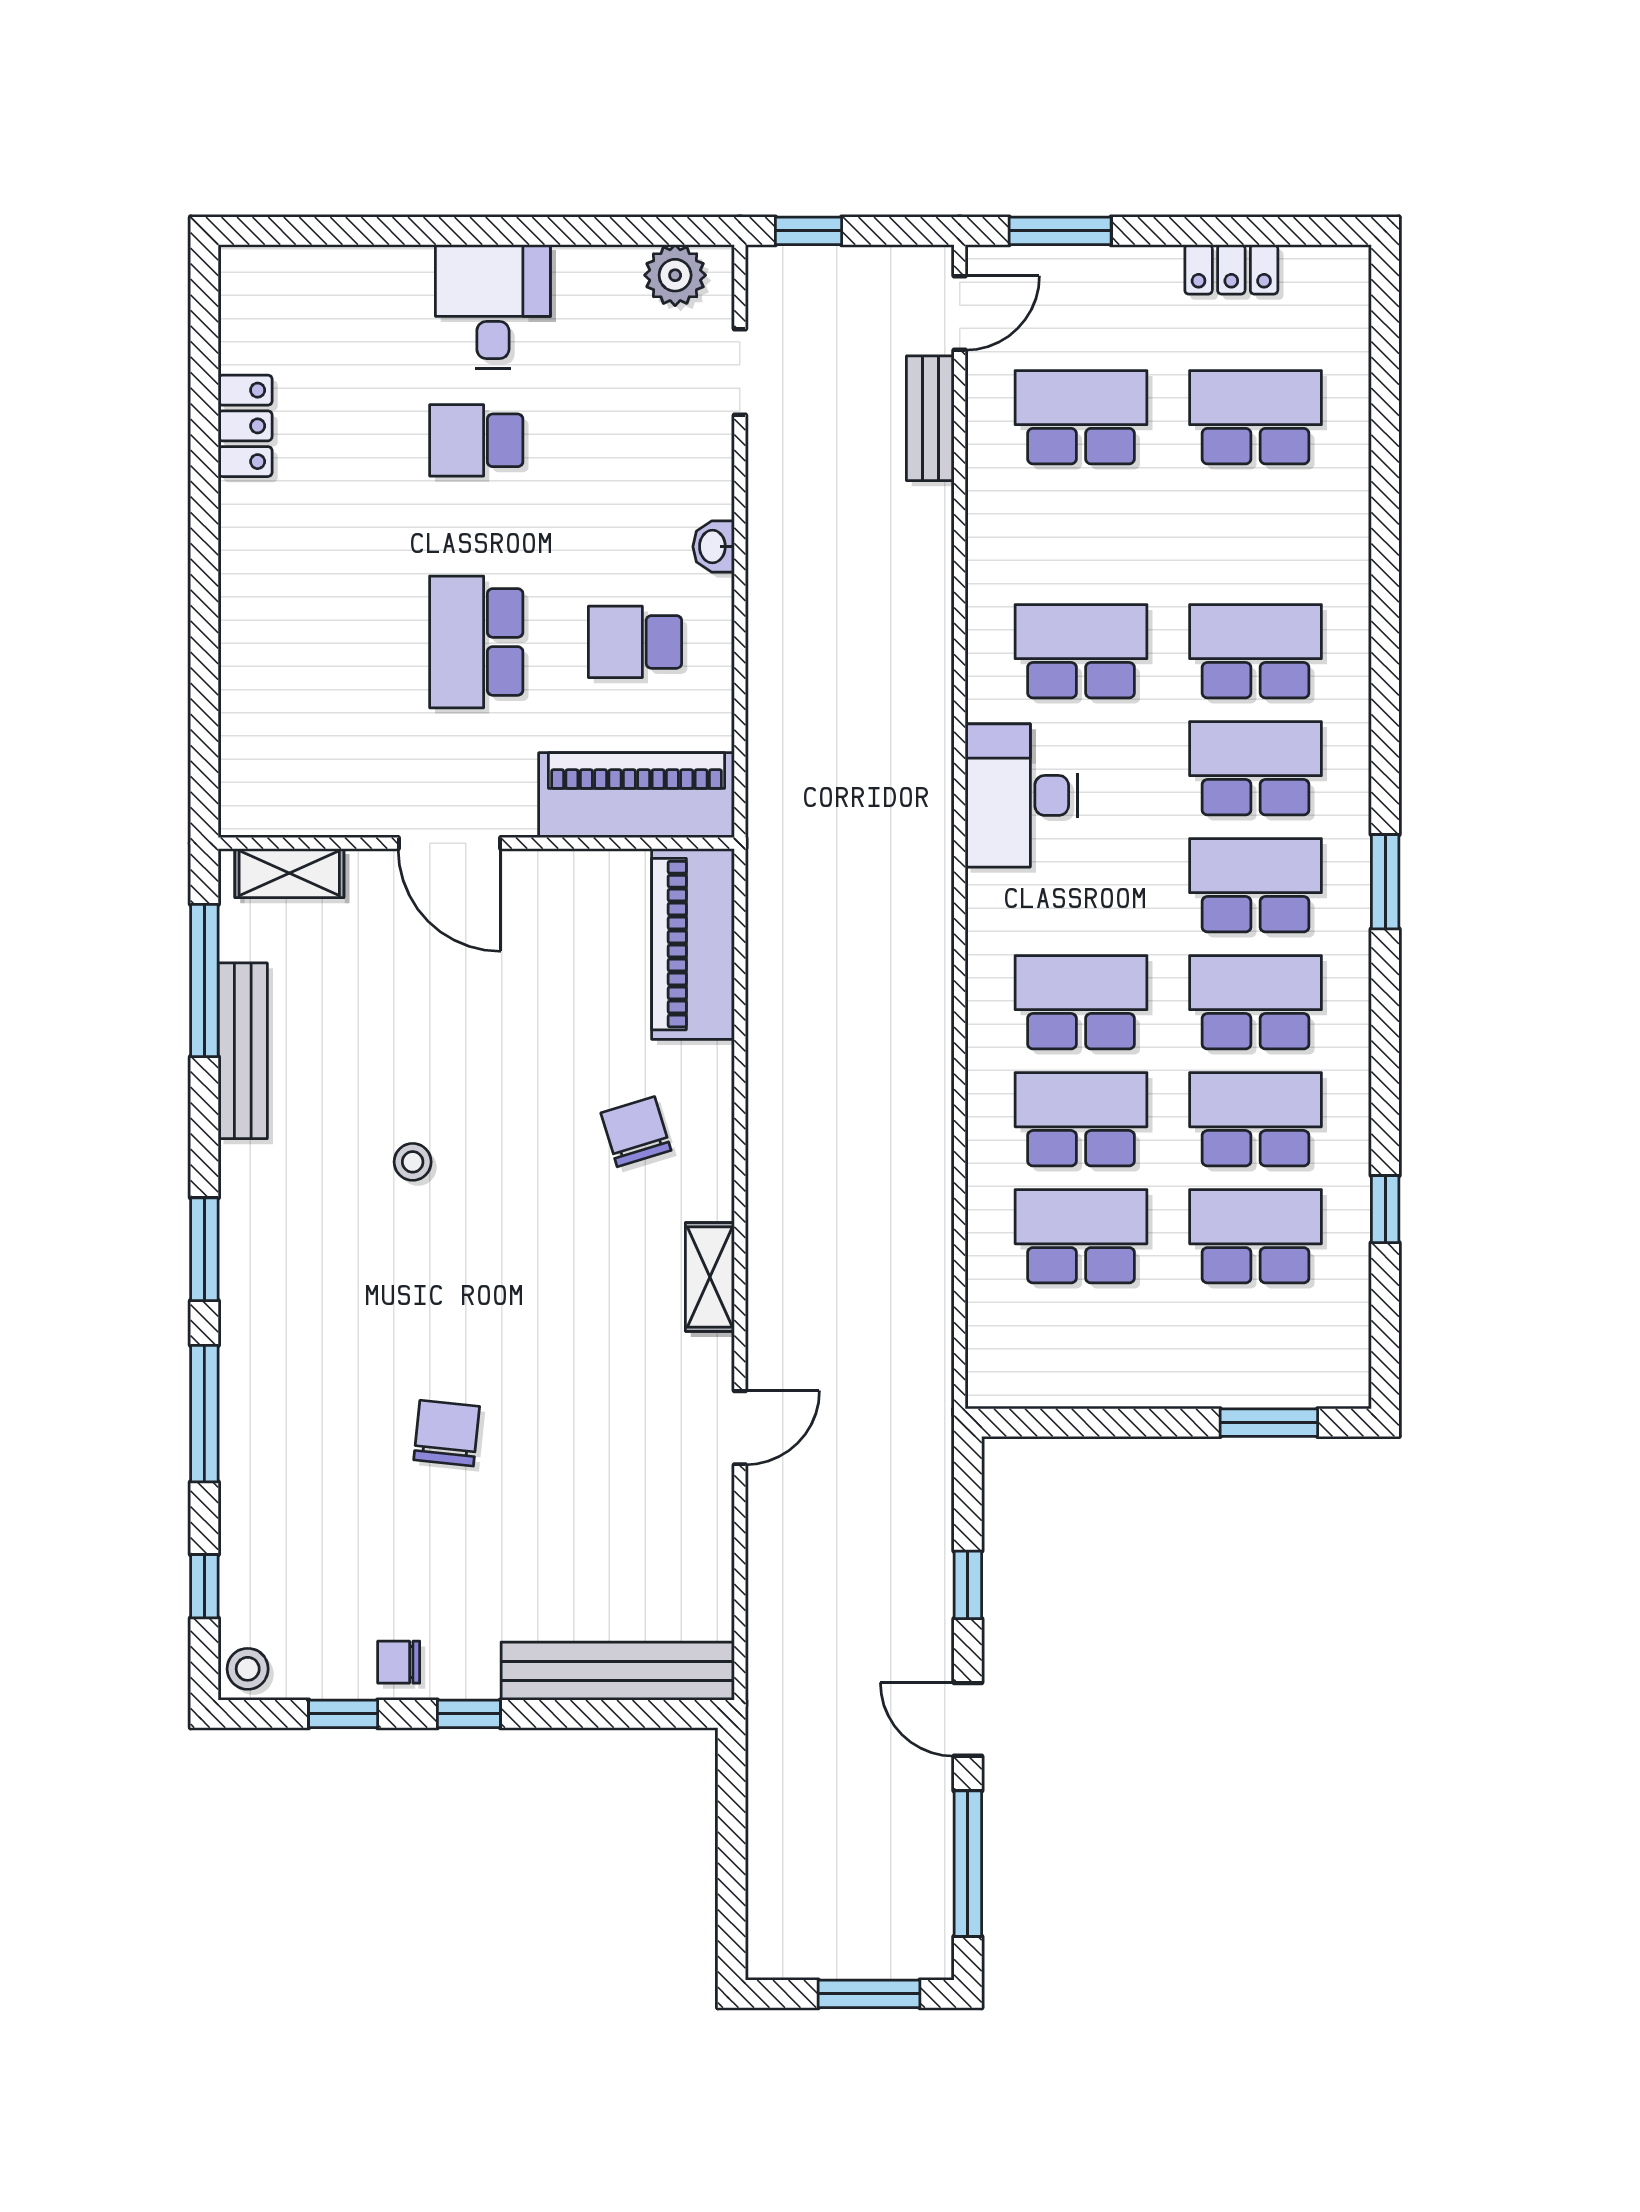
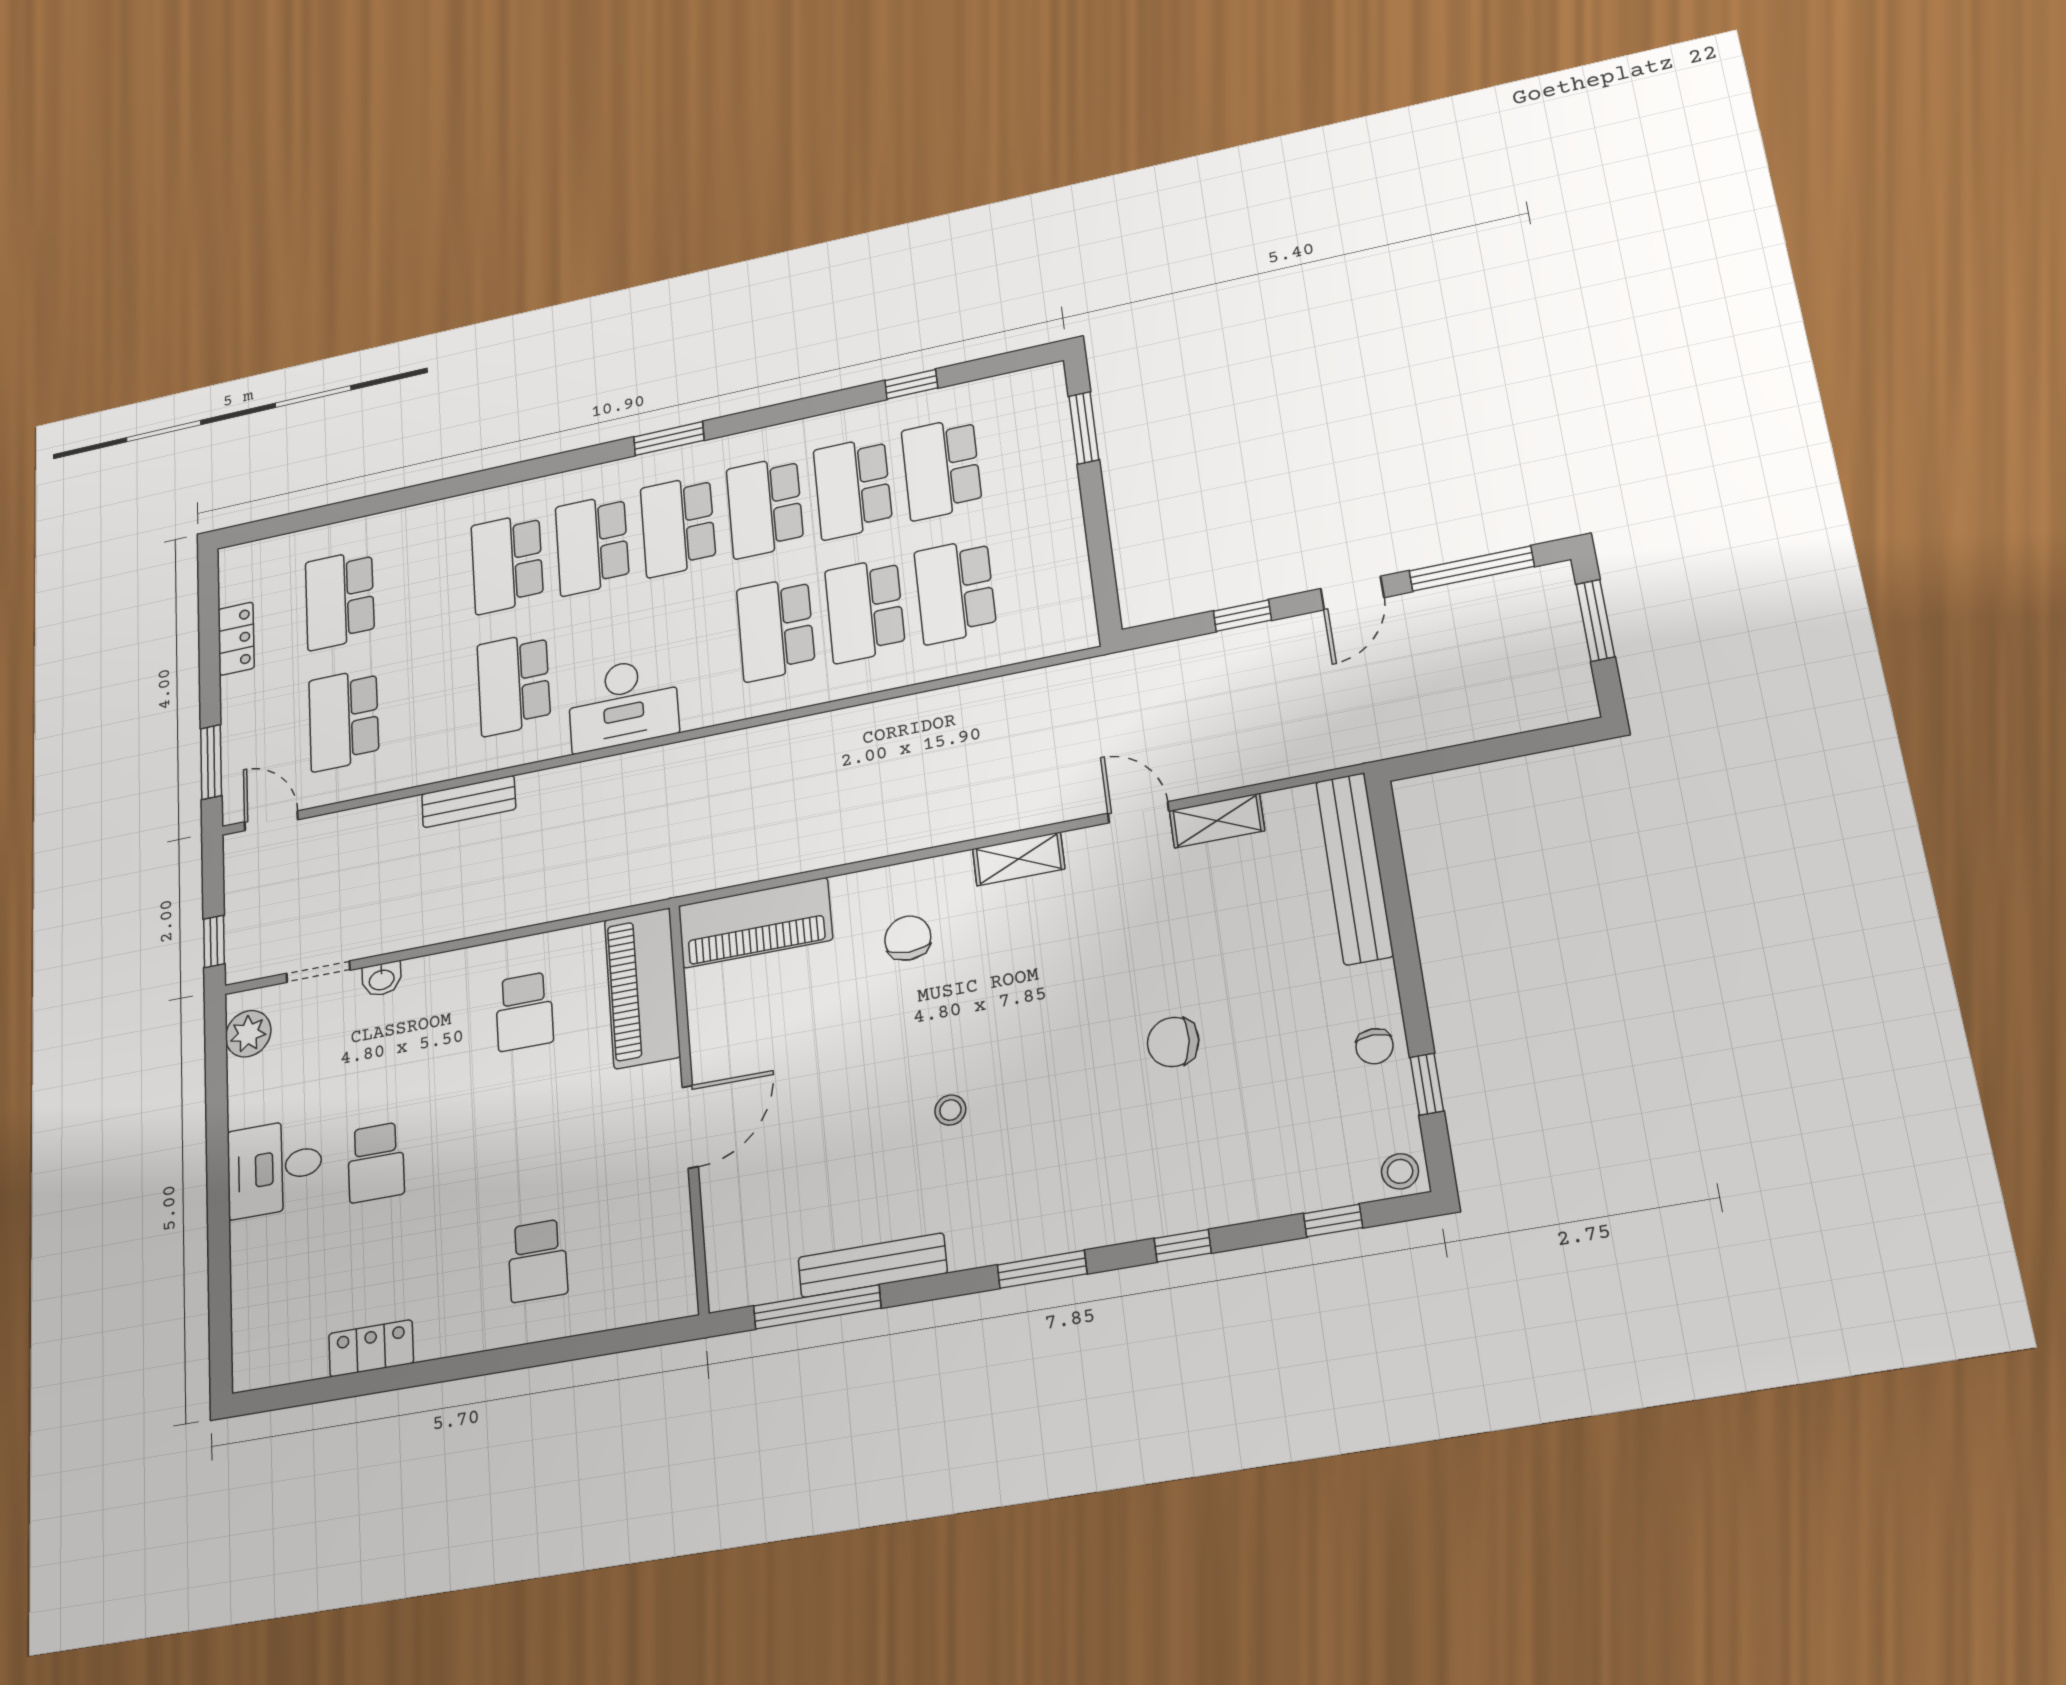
bench: (930, 418) -> (469, 802), moved
washbasin: (714, 547) -> (382, 979), moved
school desk: (476, 642) -> (538, 1261), moved, width x0.54
shelving: (289, 873) -> (1217, 821), moved, turned 90
chair: (636, 1132) -> (908, 938), turned 107
window: (204, 1414) -> (1183, 1246), width x0.46
window: (469, 1714) -> (1410, 981), removed

